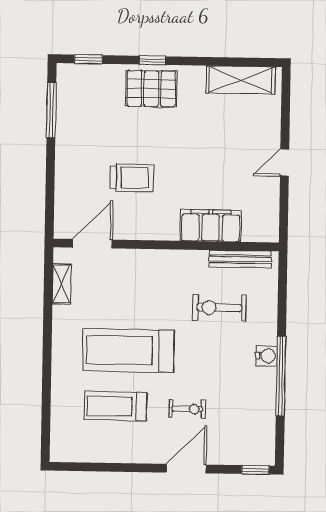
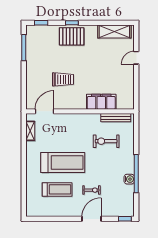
door: (285, 163) -> (136, 58), moved
treadmill: (128, 351) -> (63, 163), turned 180
water cooler: (267, 356) -> (129, 179), moved
treadmill: (116, 406) -> (57, 189), turned 180

